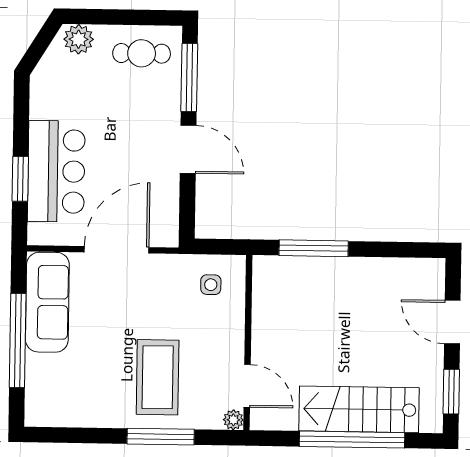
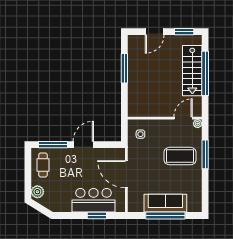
window: (314, 248) -> (124, 68), moved
sofa: (47, 302) -> (165, 203), moved

